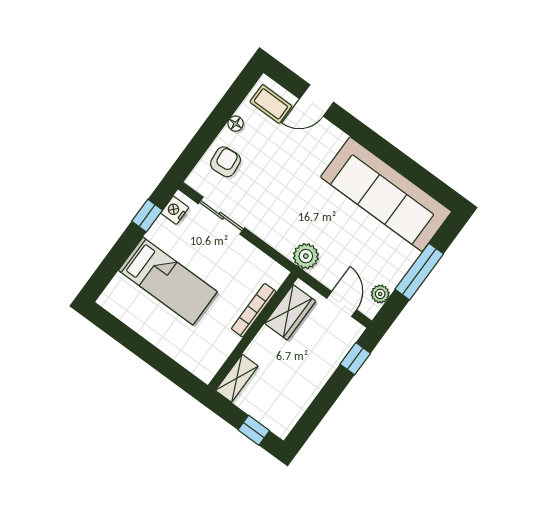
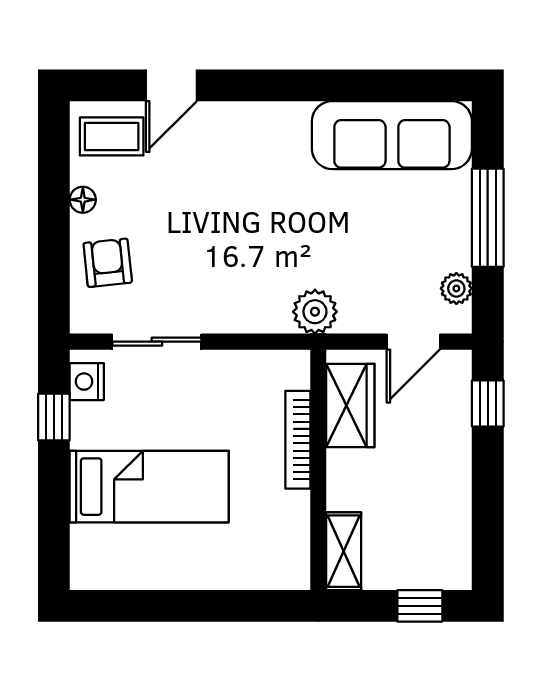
sofa: (386, 194) -> (392, 135), width x0.74, depth x0.79
door: (342, 304) -> (413, 342), swing flipped

